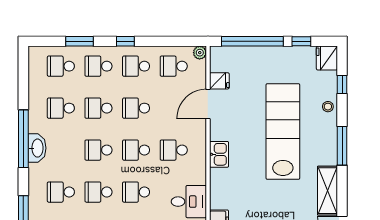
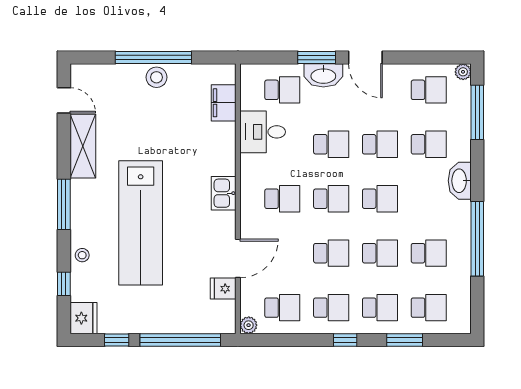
window: (23, 139) -> (477, 239), moved
washbasin: (37, 148) -> (460, 181), moved

